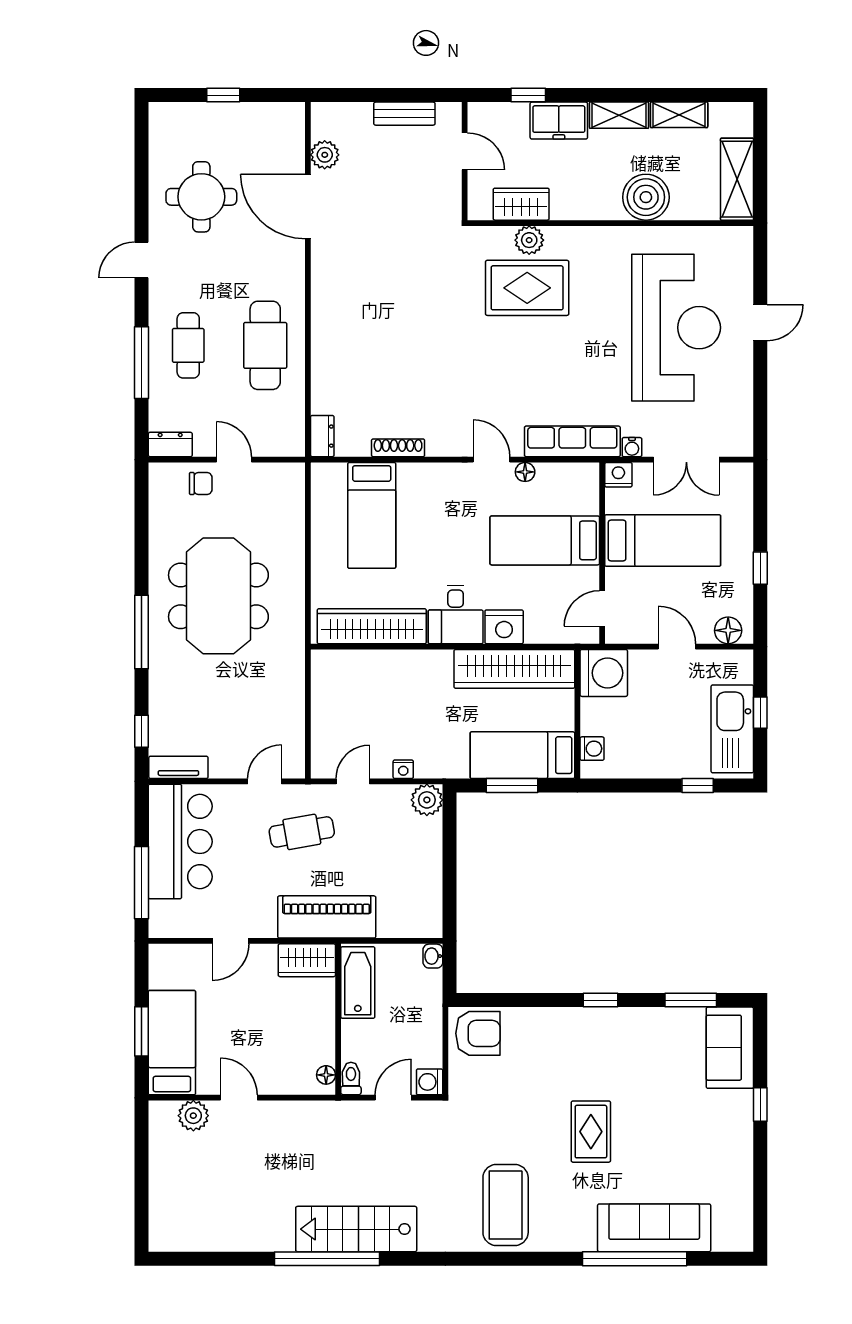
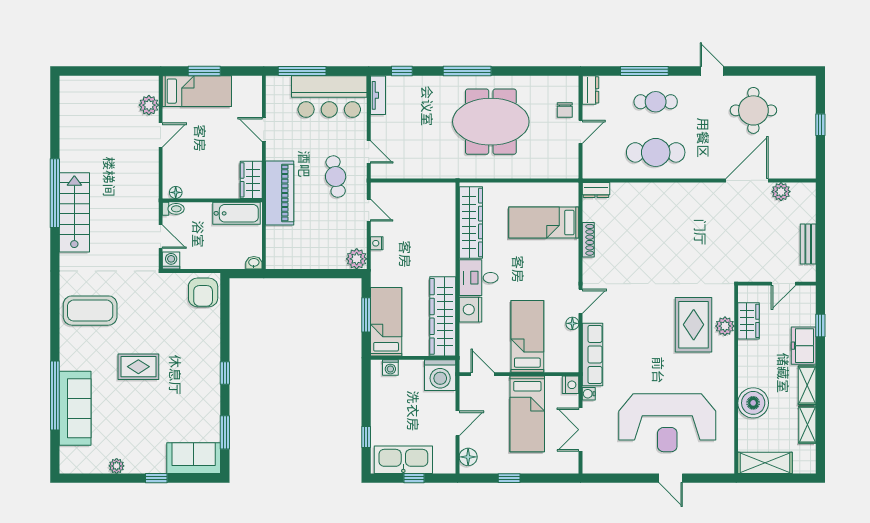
plant: (742, 1165) -> (117, 466), added

